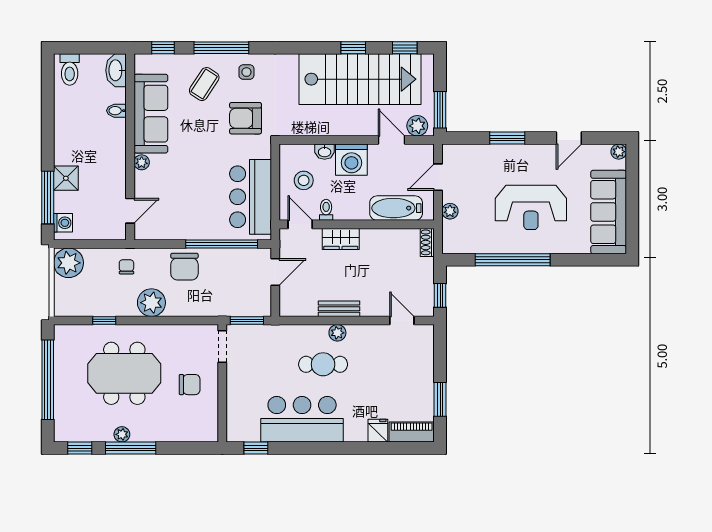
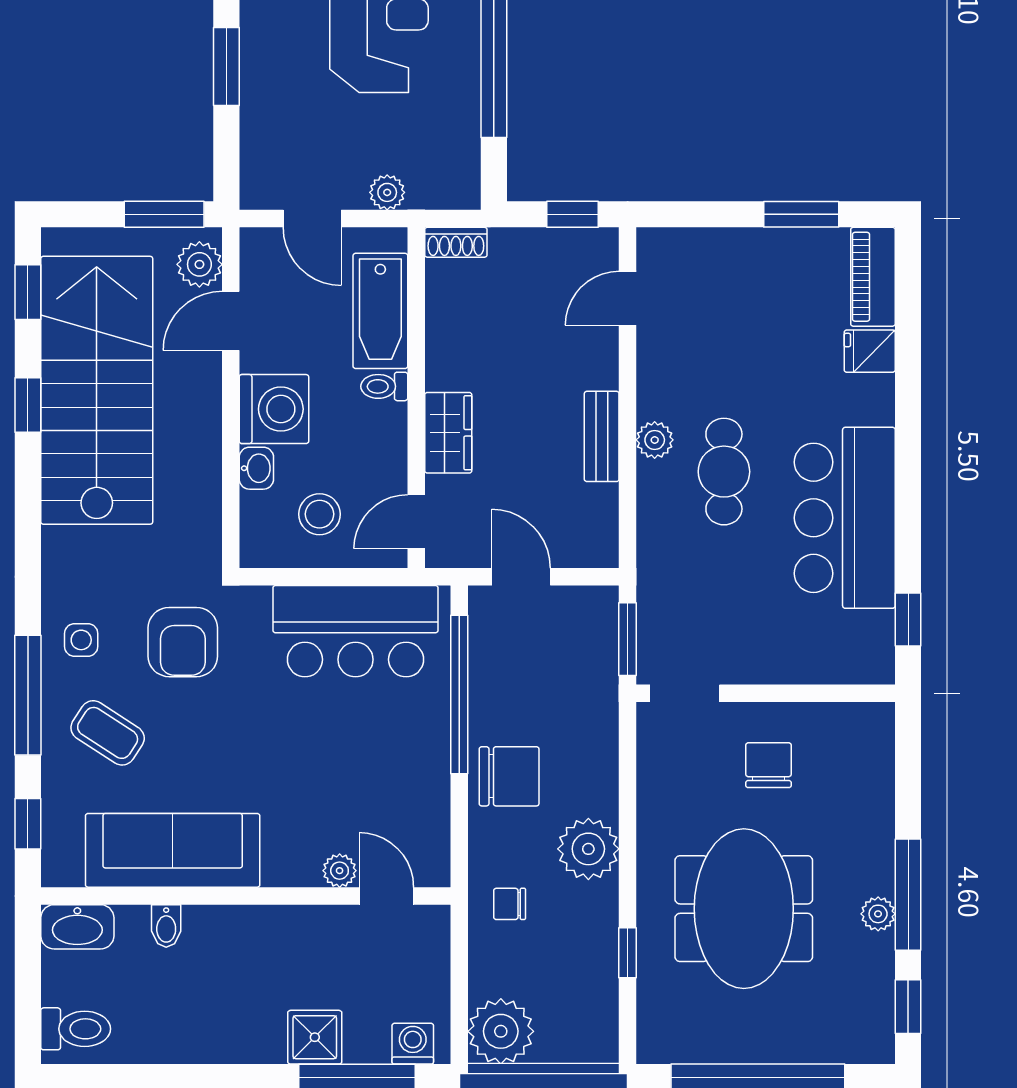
plant: (142, 162) -> (340, 871), moved
toilet: (326, 210) -> (384, 386), moved

